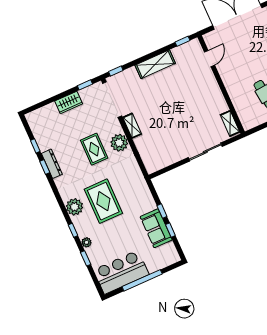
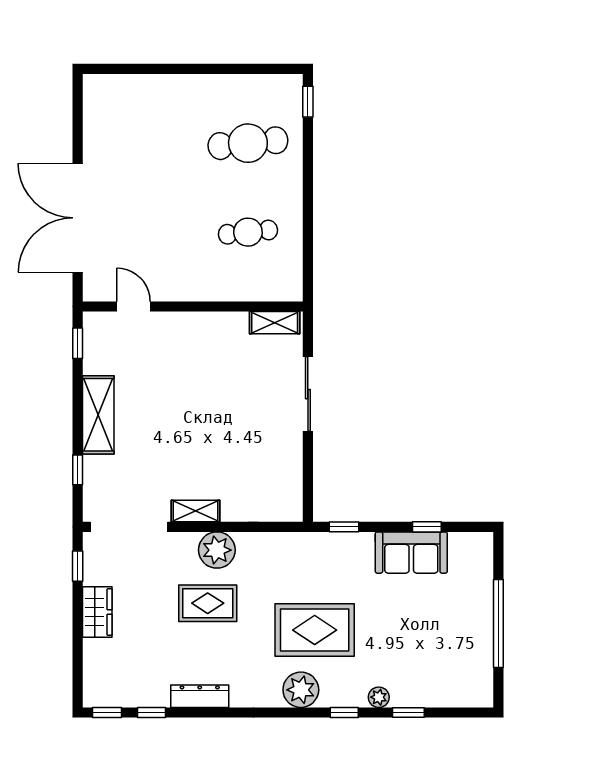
window: (116, 71) -> (78, 470), moved
window: (45, 167) -> (107, 712), moved
window: (162, 211) -> (344, 527), moved
bar counter: (121, 272) -> (465, 656), removed

